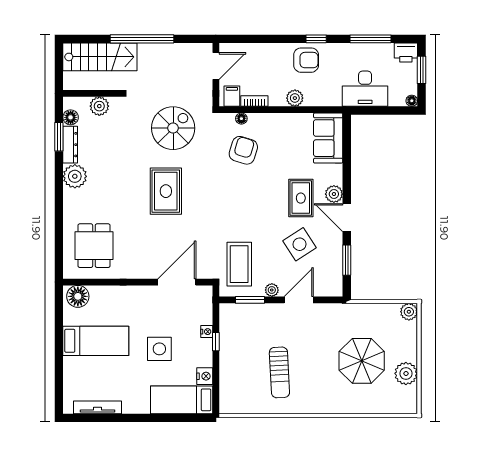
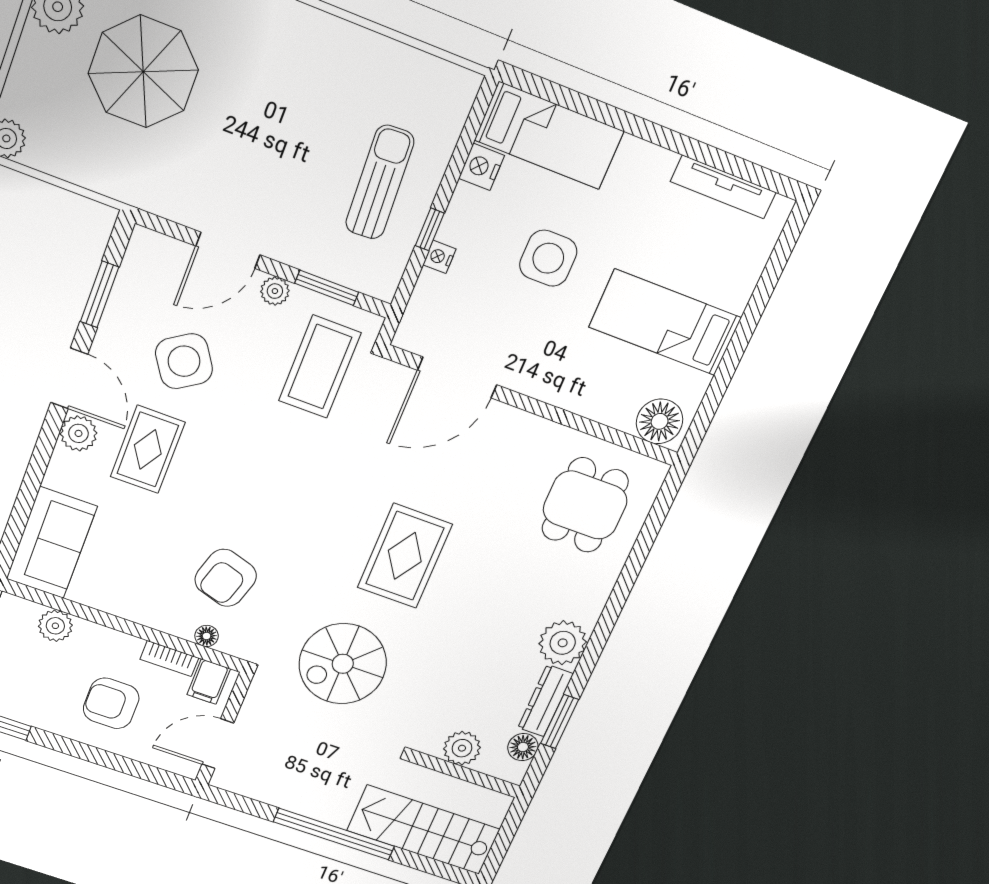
armchair: (306, 60) -> (111, 703), moved
plant: (295, 98) -> (55, 626), moved
sun lounger: (279, 372) -> (380, 182), moved

